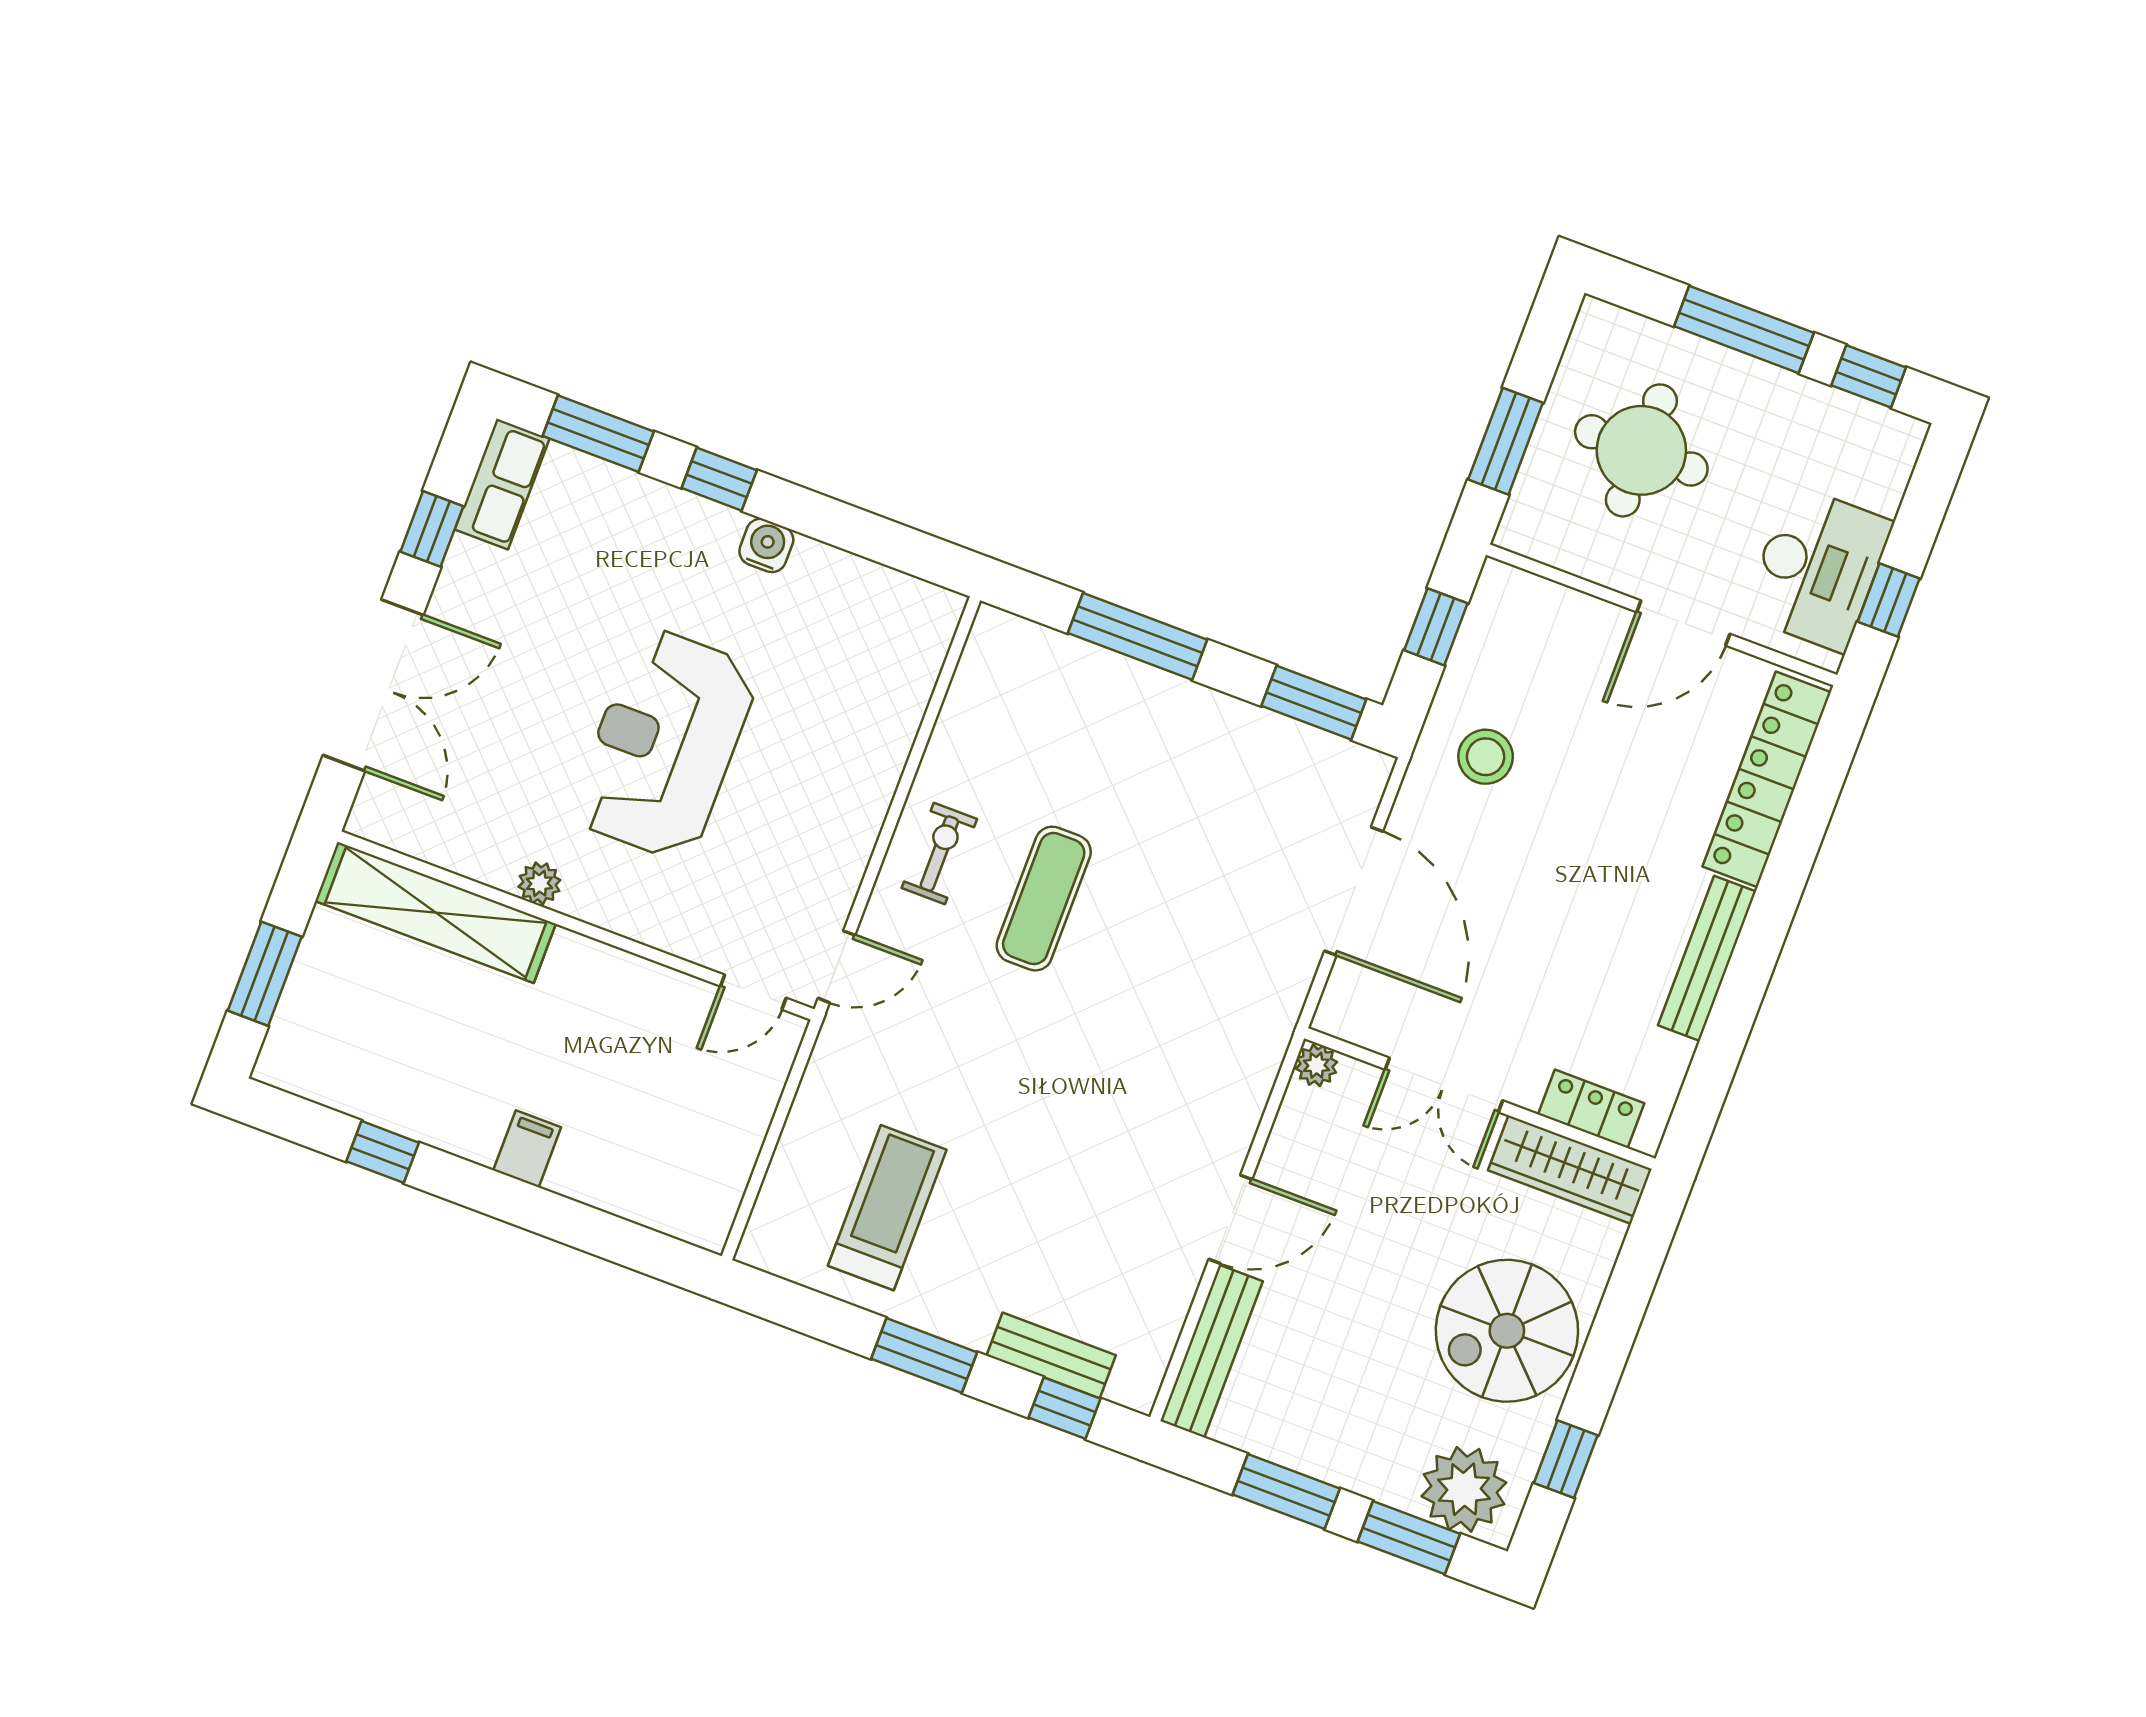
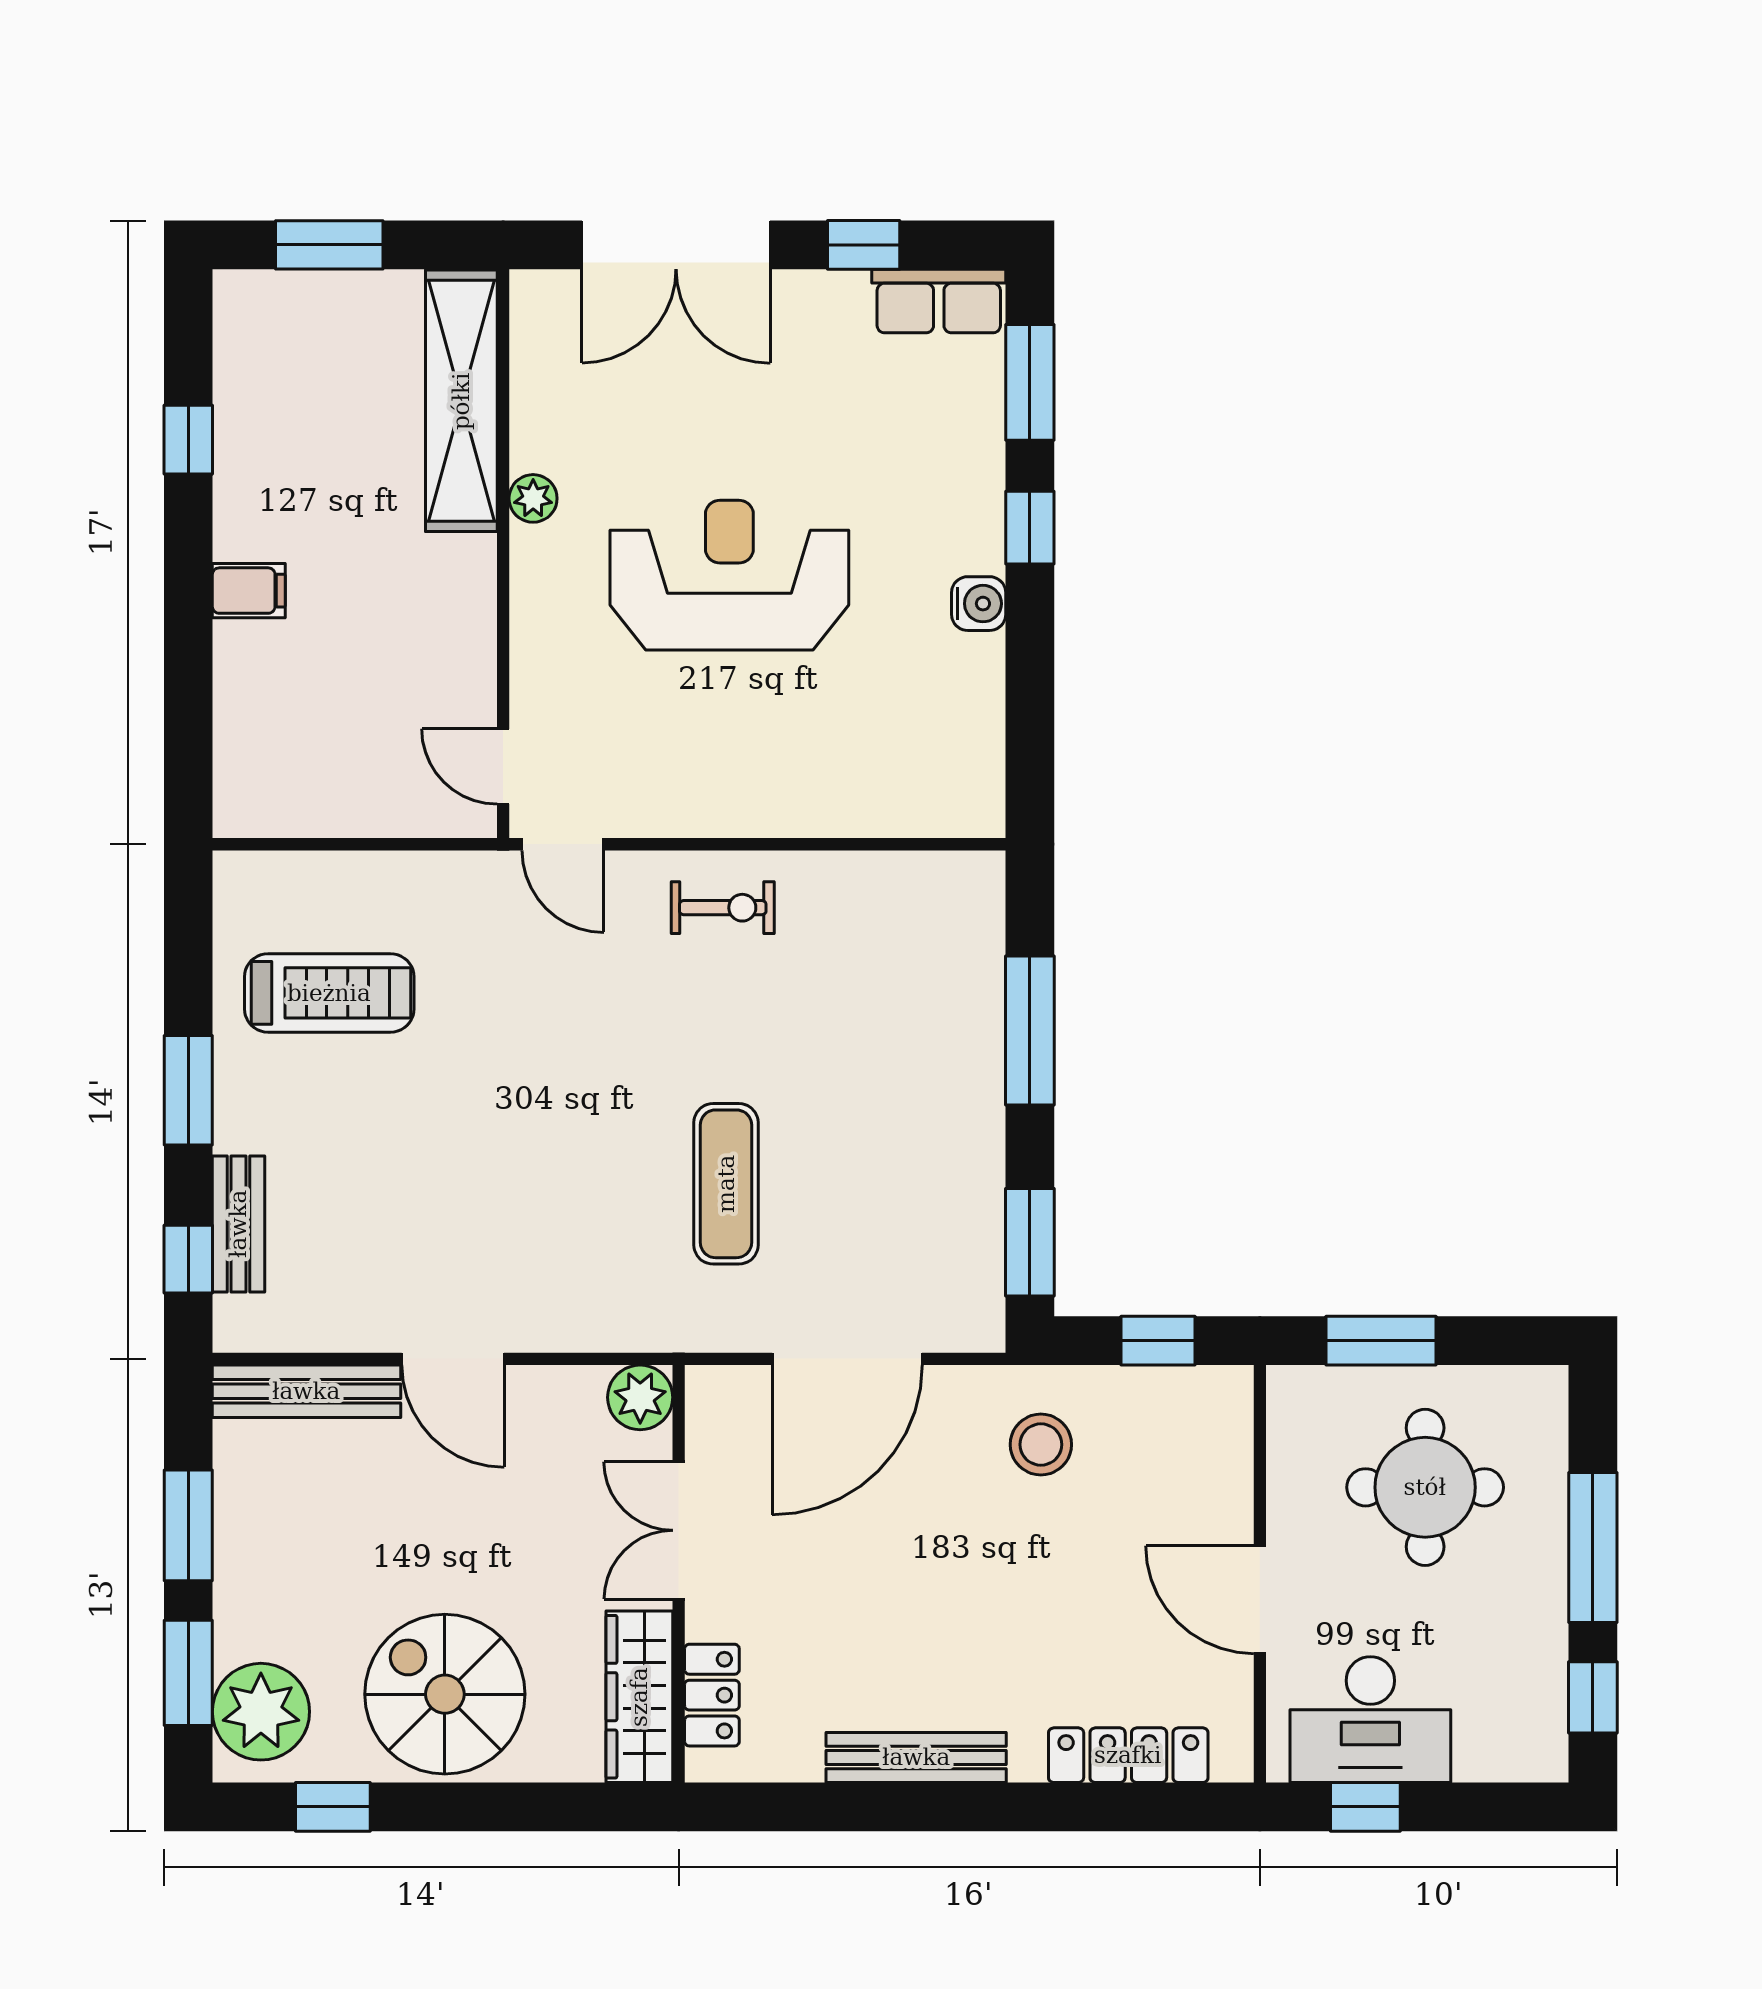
locker: (1767, 779) -> (1128, 1755), width x0.71, depth x0.83
exercise mat: (1044, 899) -> (726, 1184), moved, turned 90
plant: (1316, 1065) -> (640, 1397), width x1.38, depth x1.38

